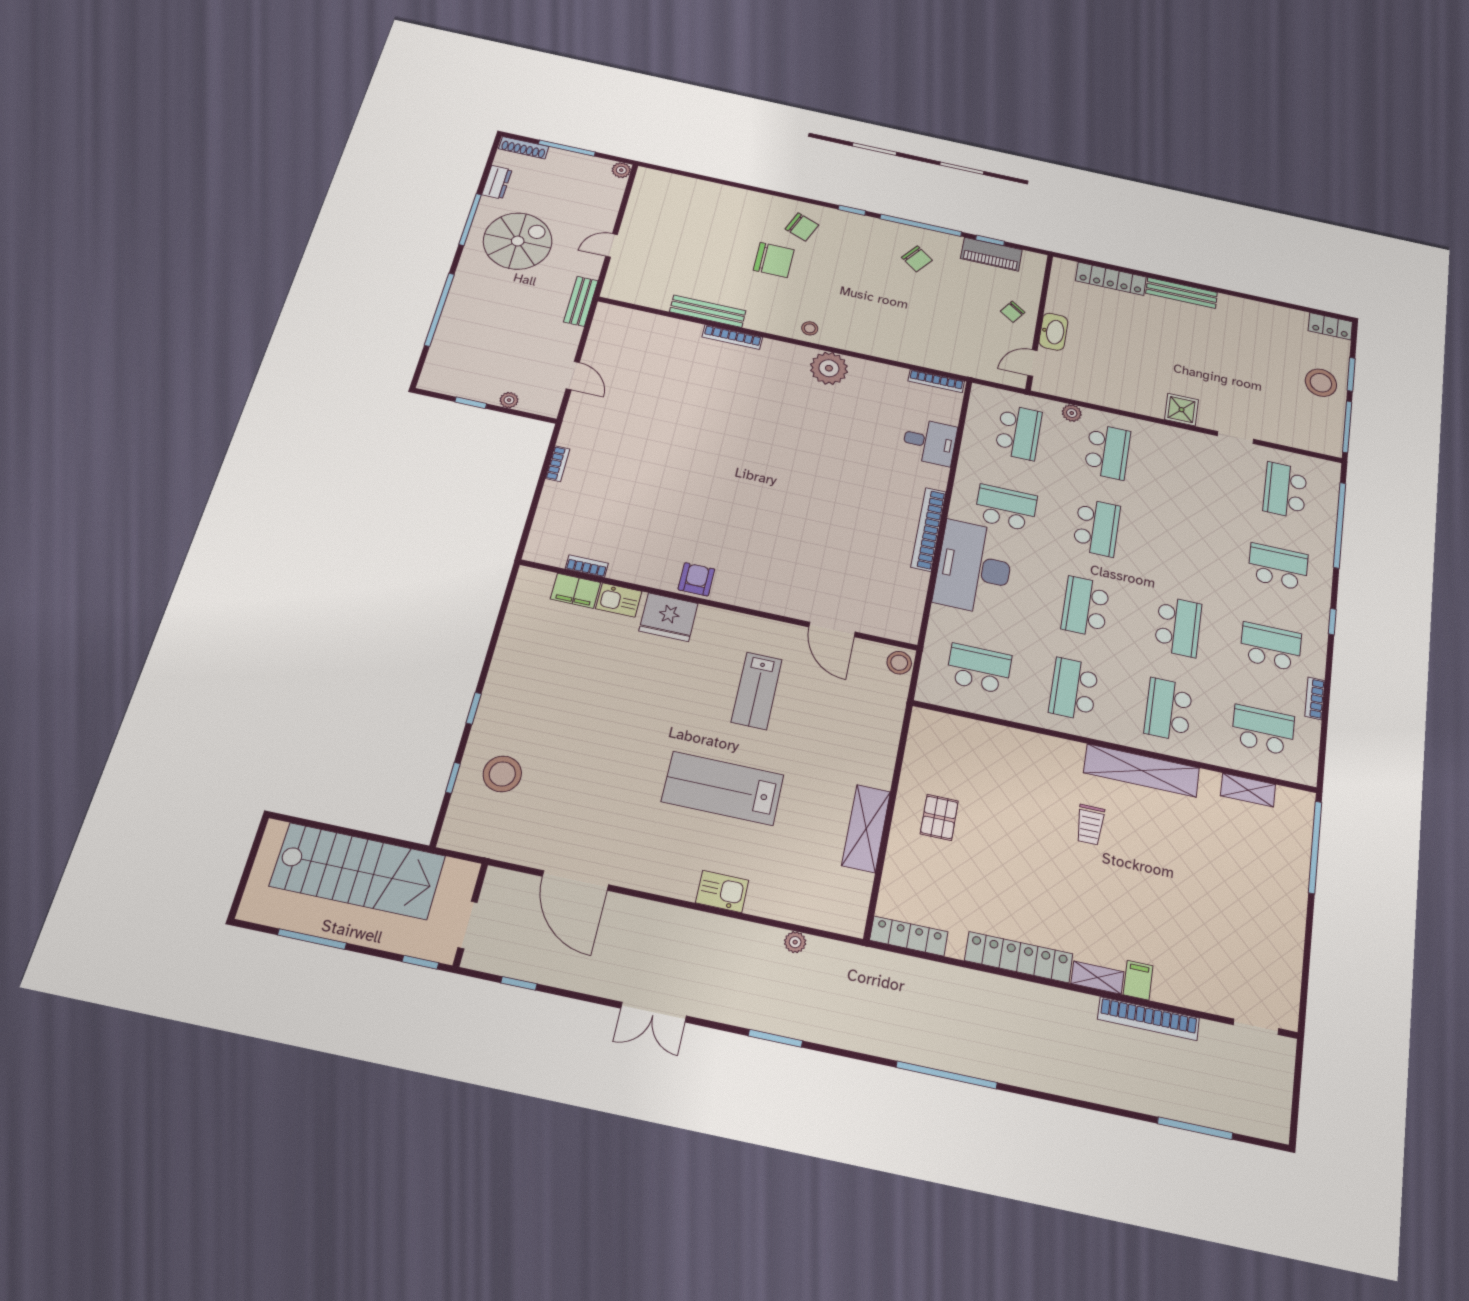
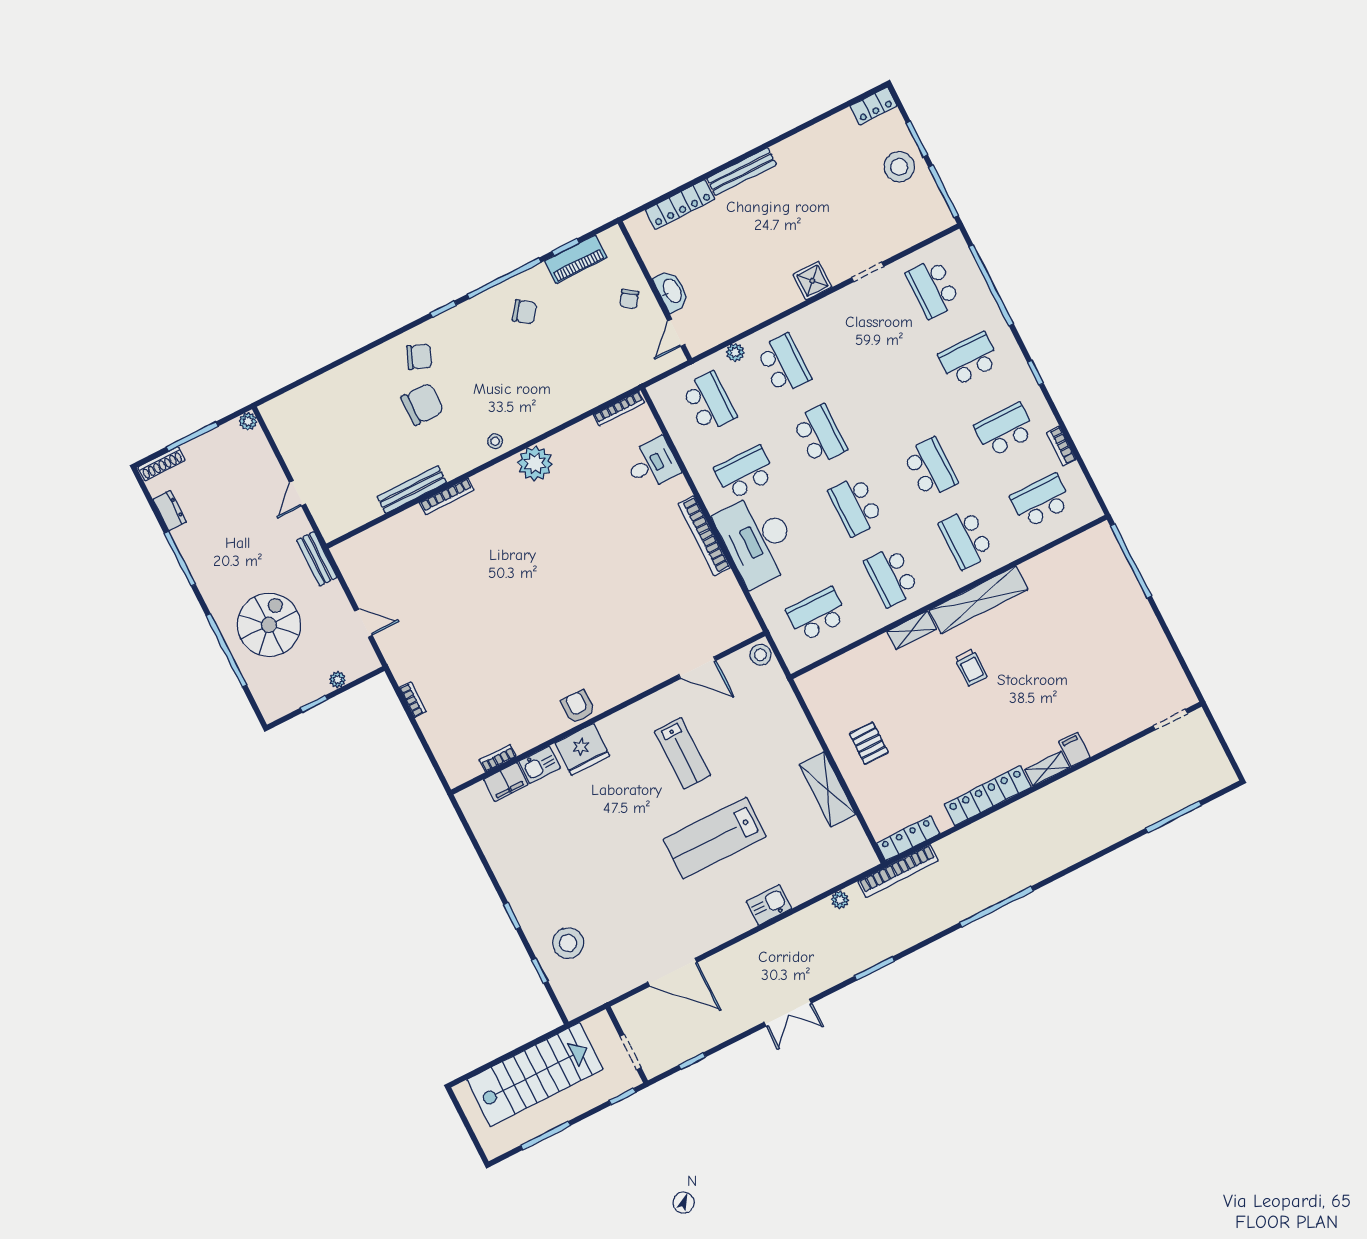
spiral stairs: (518, 241) -> (269, 625), moved
shelving: (1248, 790) -> (912, 630), moved
bookcase: (1148, 1019) -> (898, 871), moved

